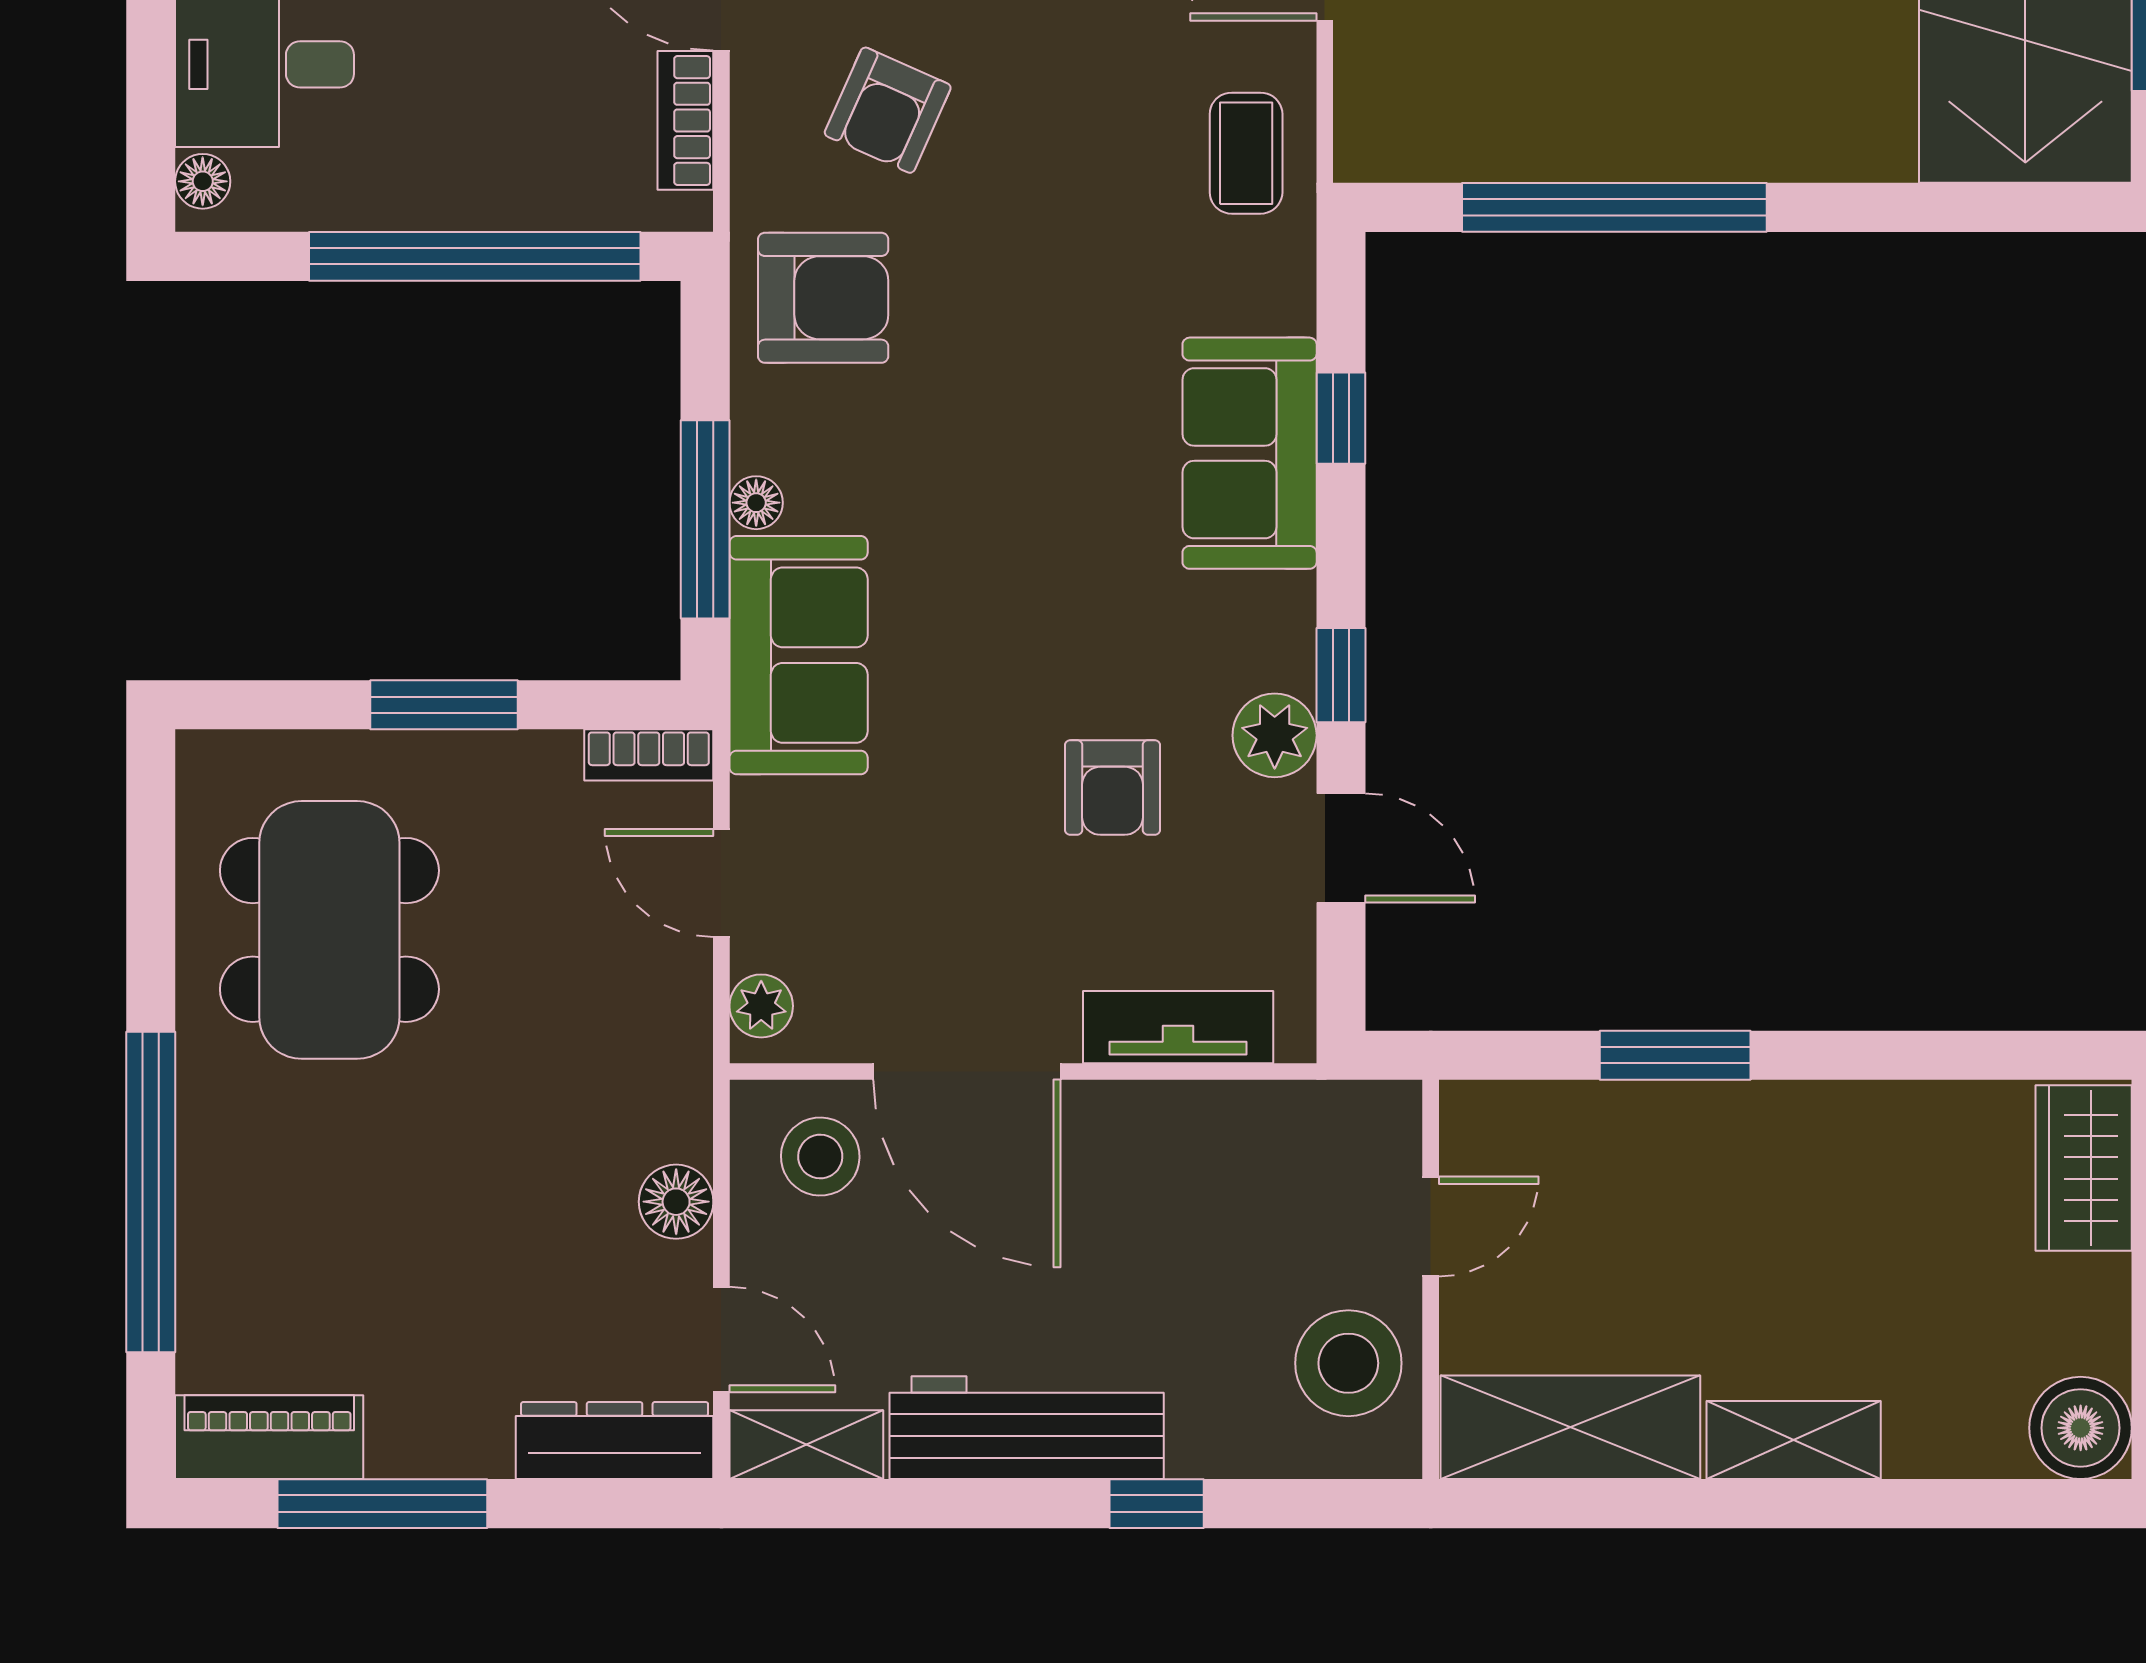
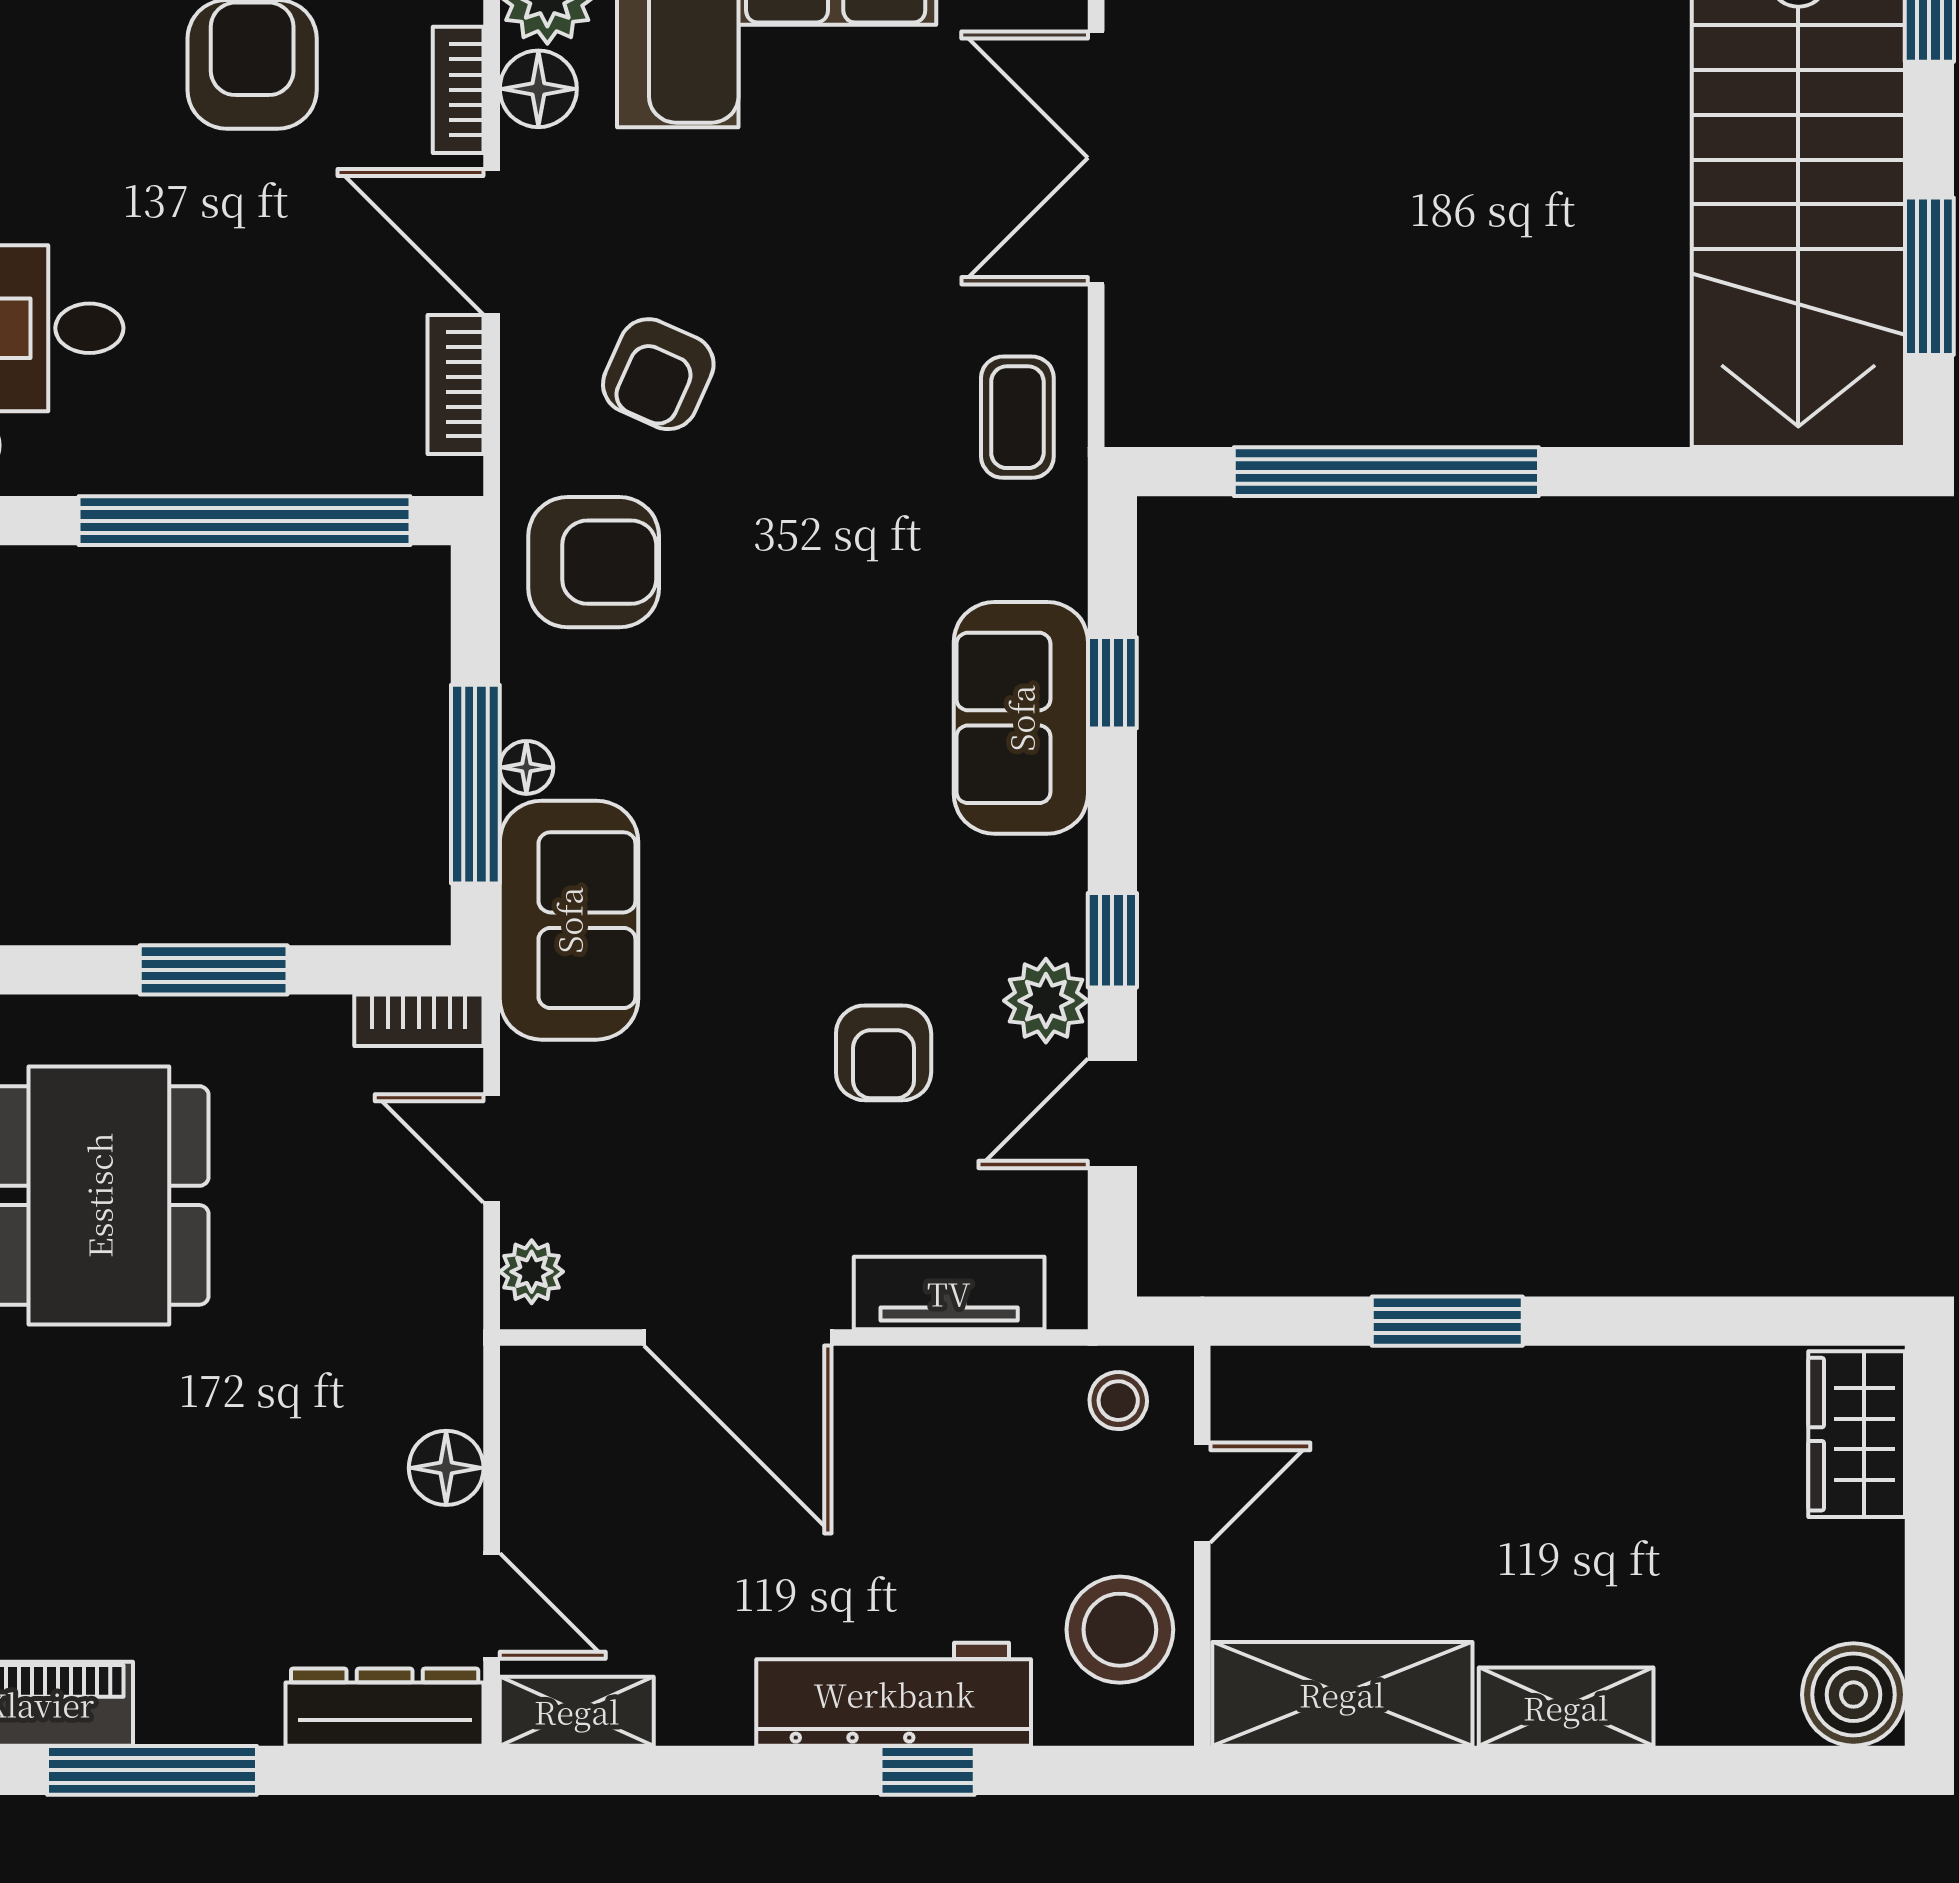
door: (1341, 848) -> (1112, 1113), swing flipped
stool: (820, 1157) -> (1118, 1401), moved, width x0.73, depth x0.73
workbench: (1027, 1428) -> (894, 1694), moved

